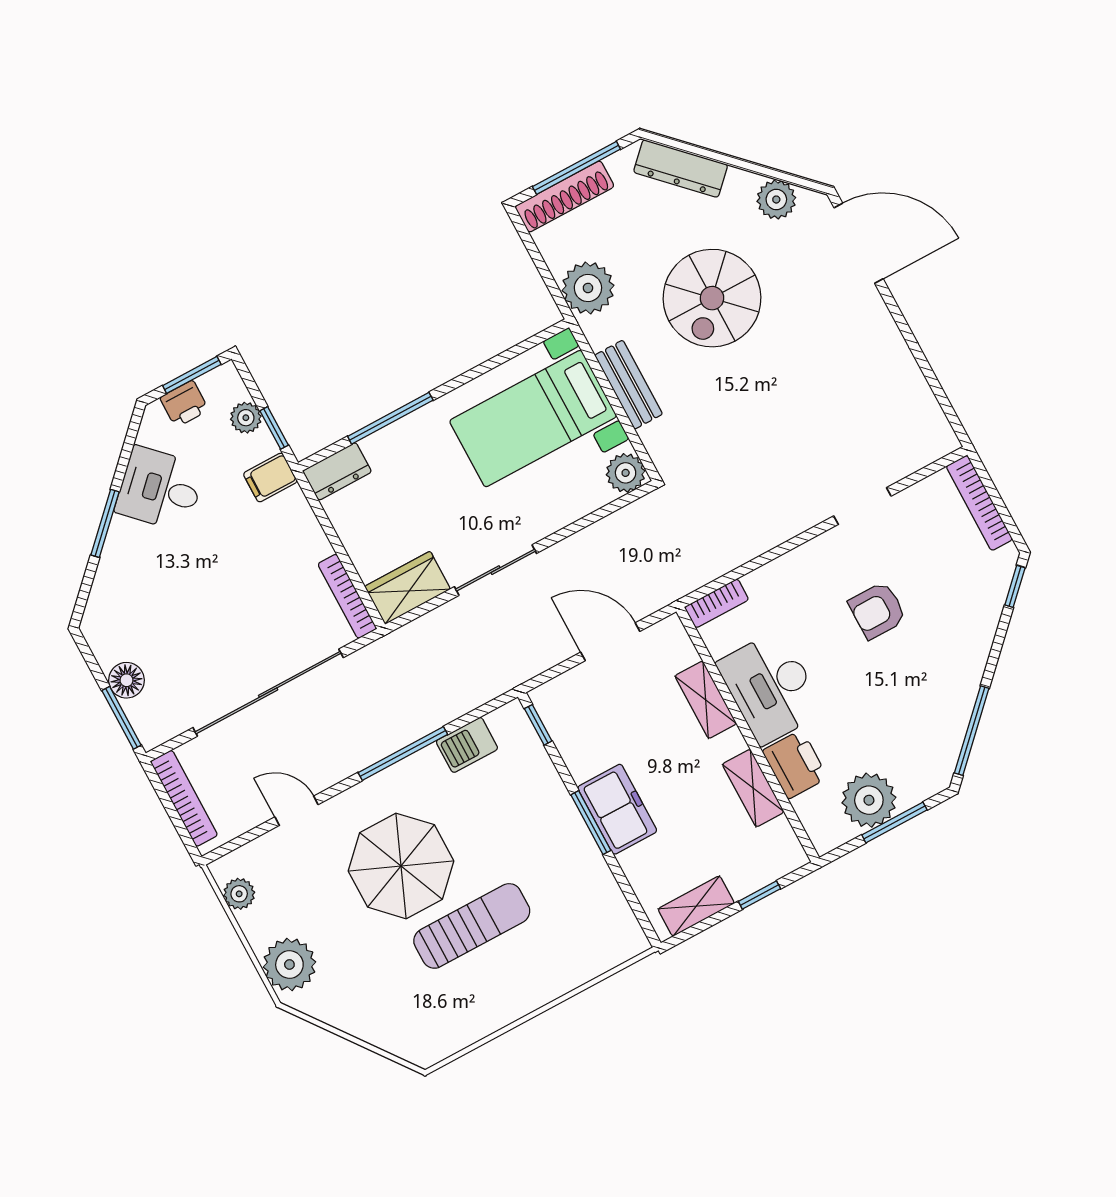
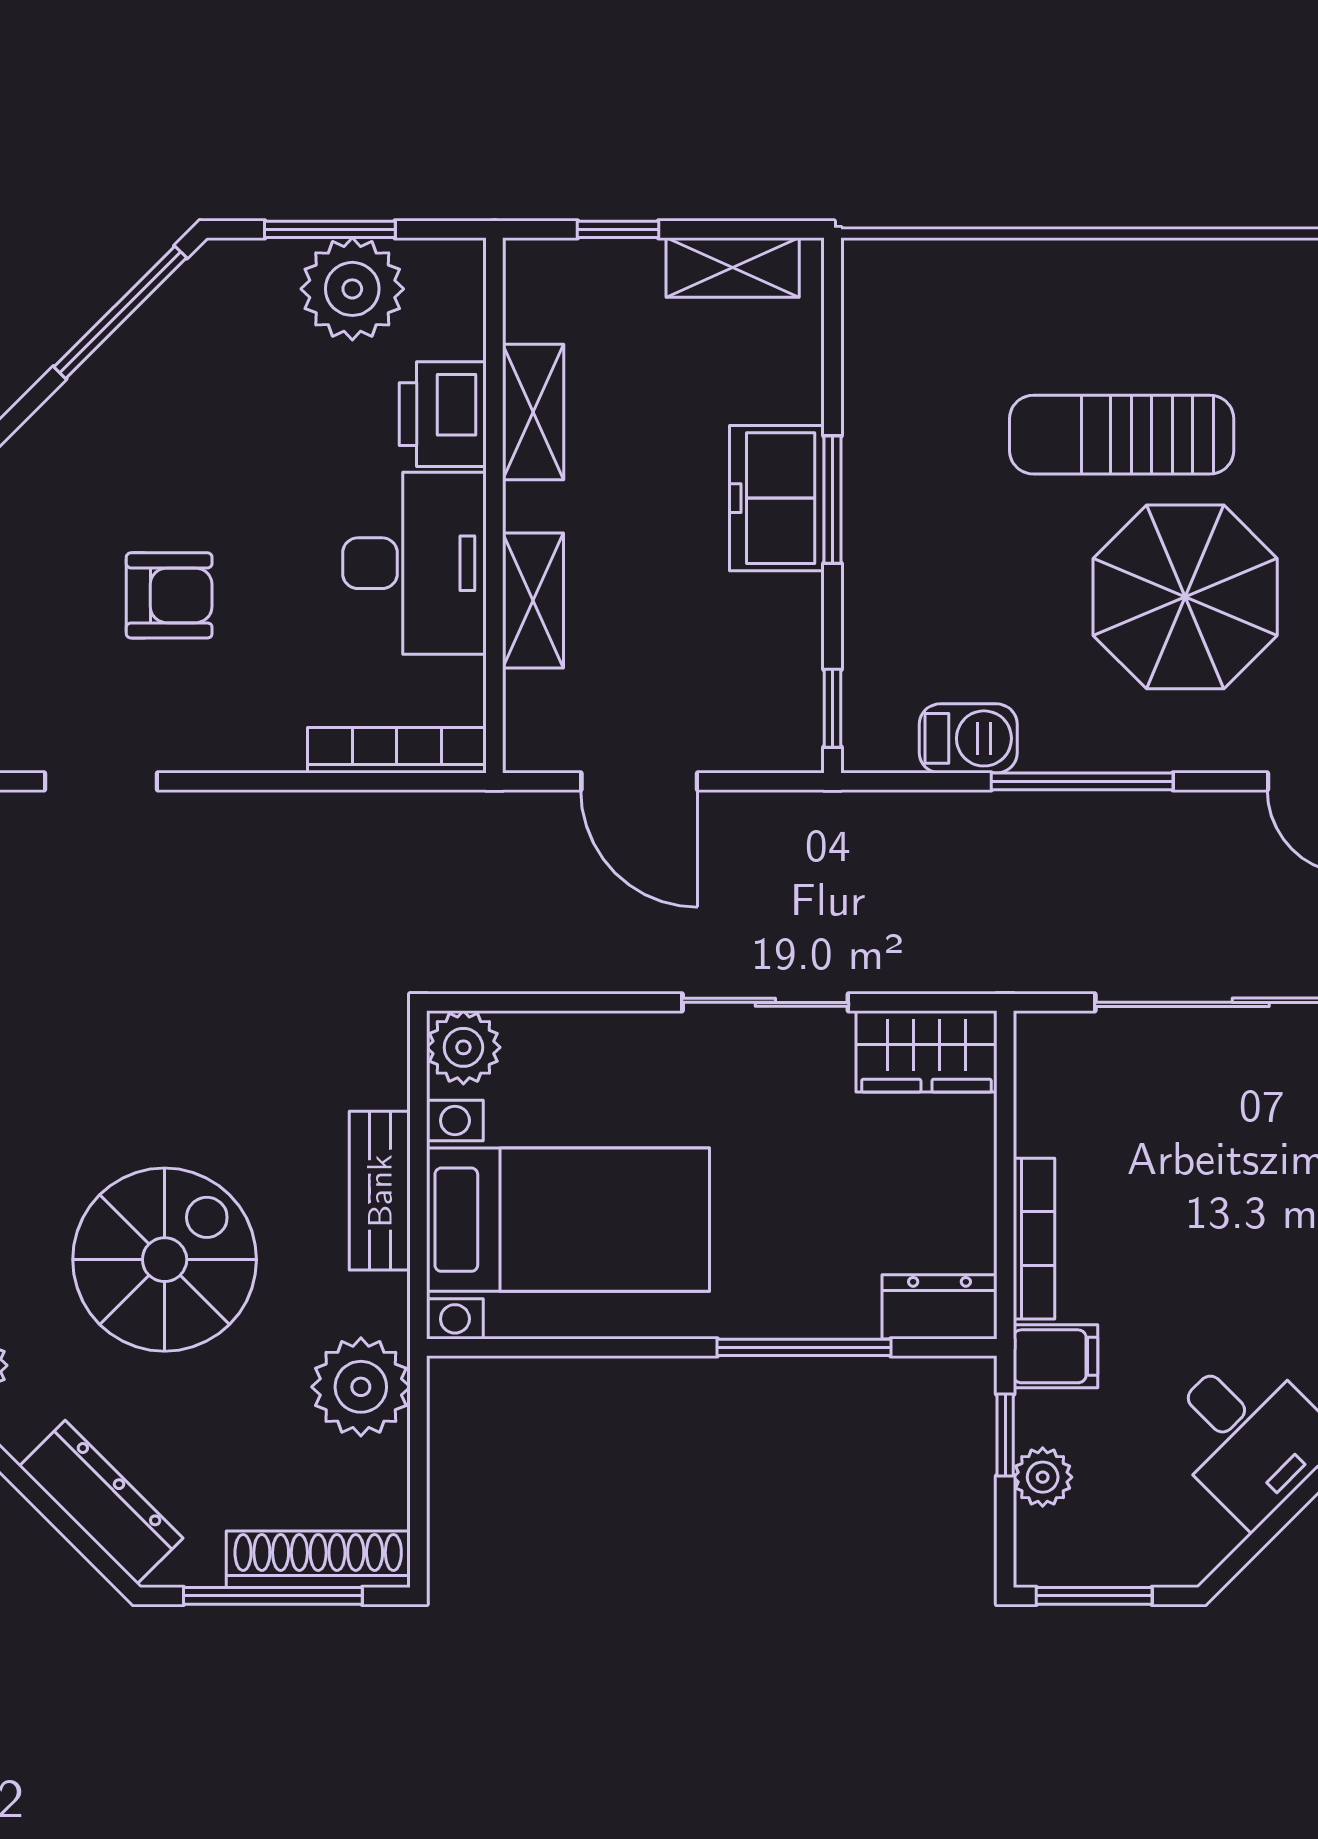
printer: (184, 404) -> (1132, 1555), removed
bookcase: (347, 596) -> (1034, 1239), moved
bookcase: (717, 603) -> (397, 750), width x1.56

